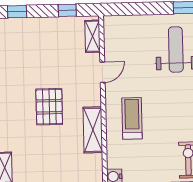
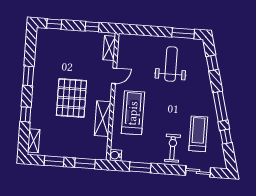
pallet: (49, 107) -> (71, 98), width x1.37, depth x1.41
treadmill: (132, 118) -> (133, 113), width x1.37, depth x1.38

